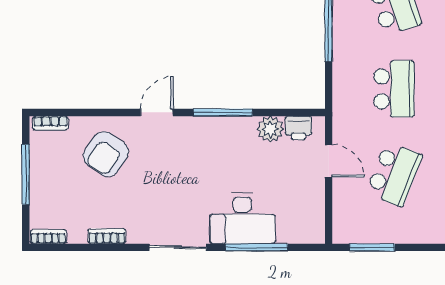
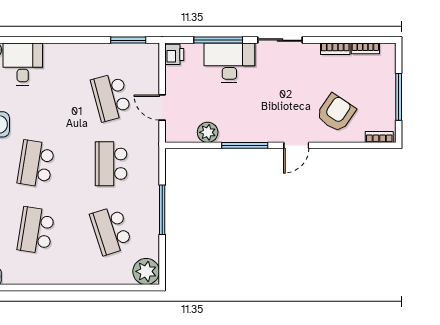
printer: (298, 128) -> (174, 54), moved, turned 90
school desk: (394, 174) -> (111, 97), turned -36
bookcase: (48, 237) -> (365, 48), moved

